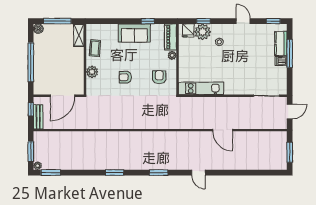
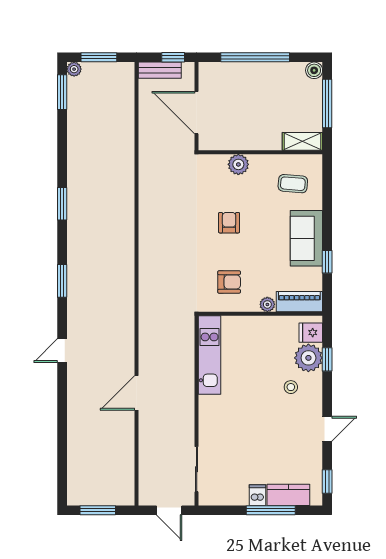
coffee table: (95, 48) -> (293, 184), moved

